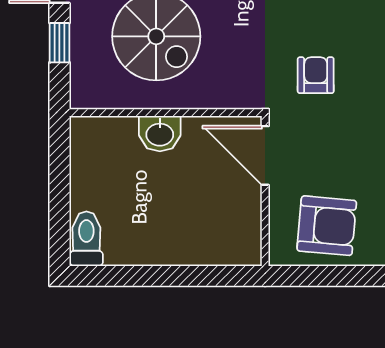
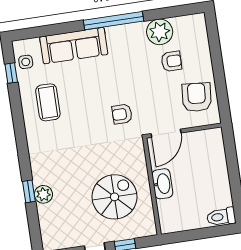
washbasin: (160, 134) -> (162, 184), width x1.38

